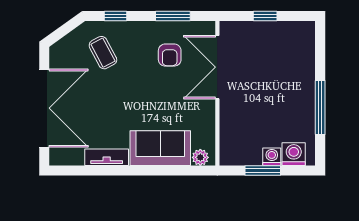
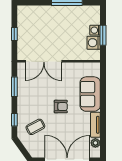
armchair: (170, 55) -> (61, 107), moved
washing machine: (294, 154) -> (94, 43), moved
plant: (200, 157) -> (95, 143), moved

